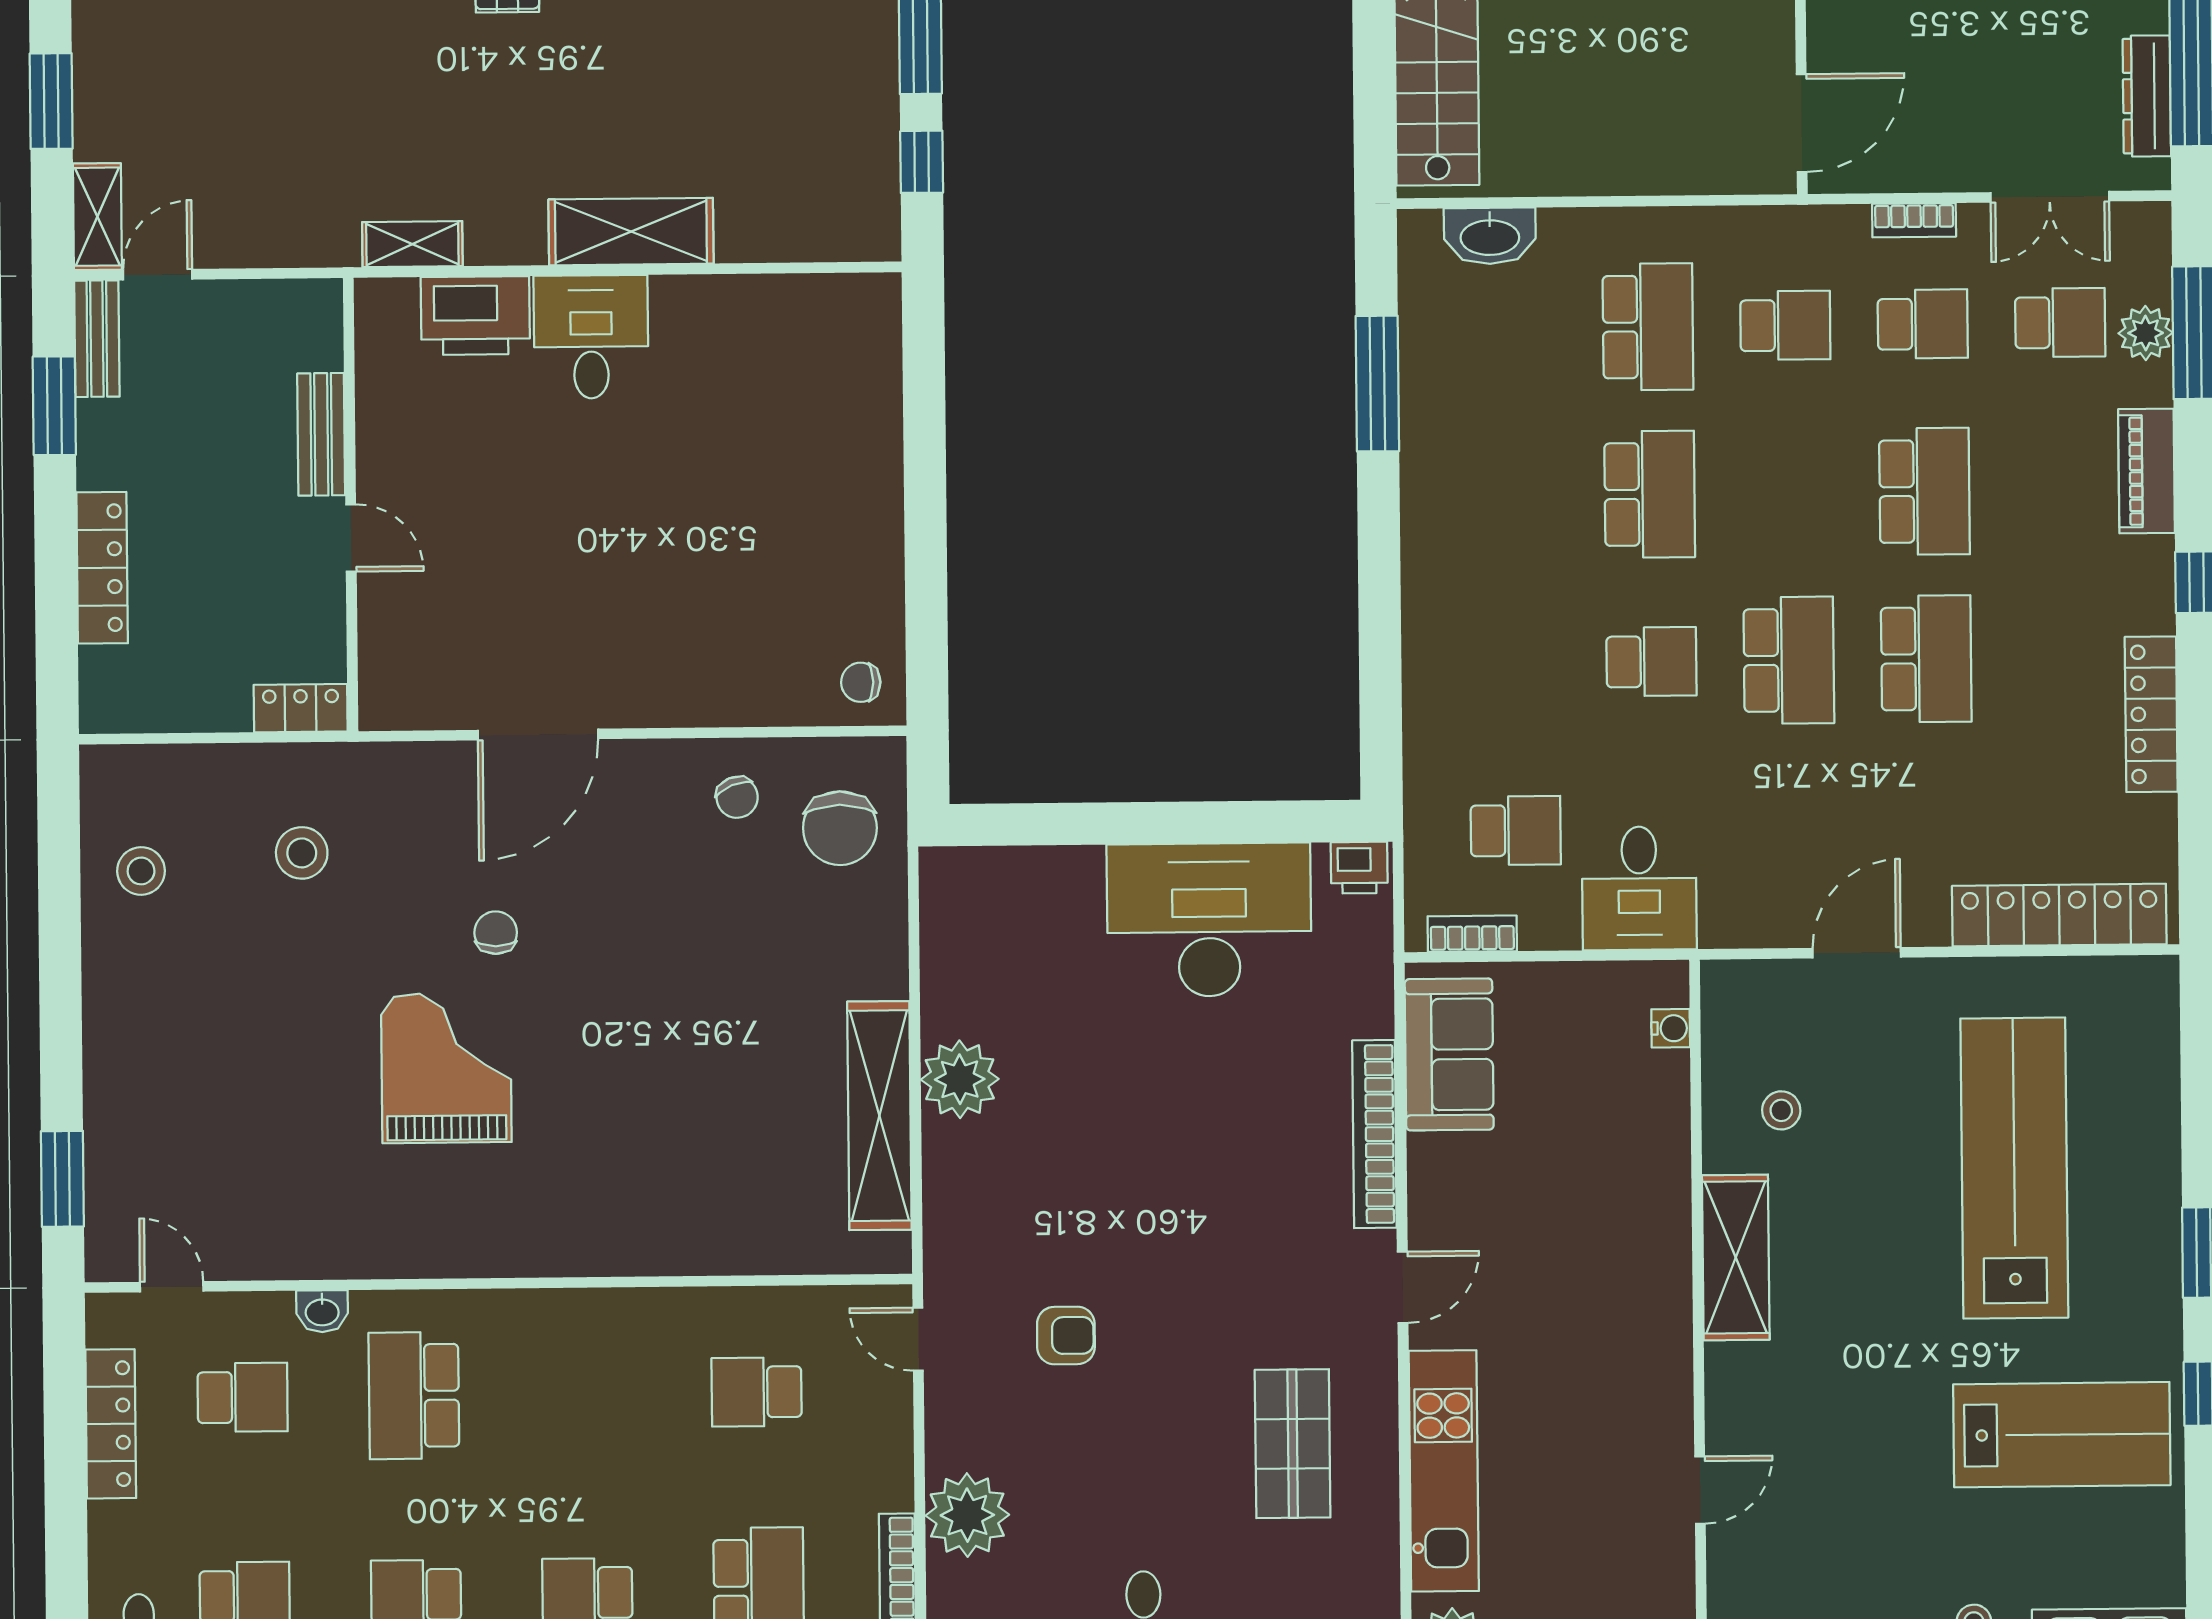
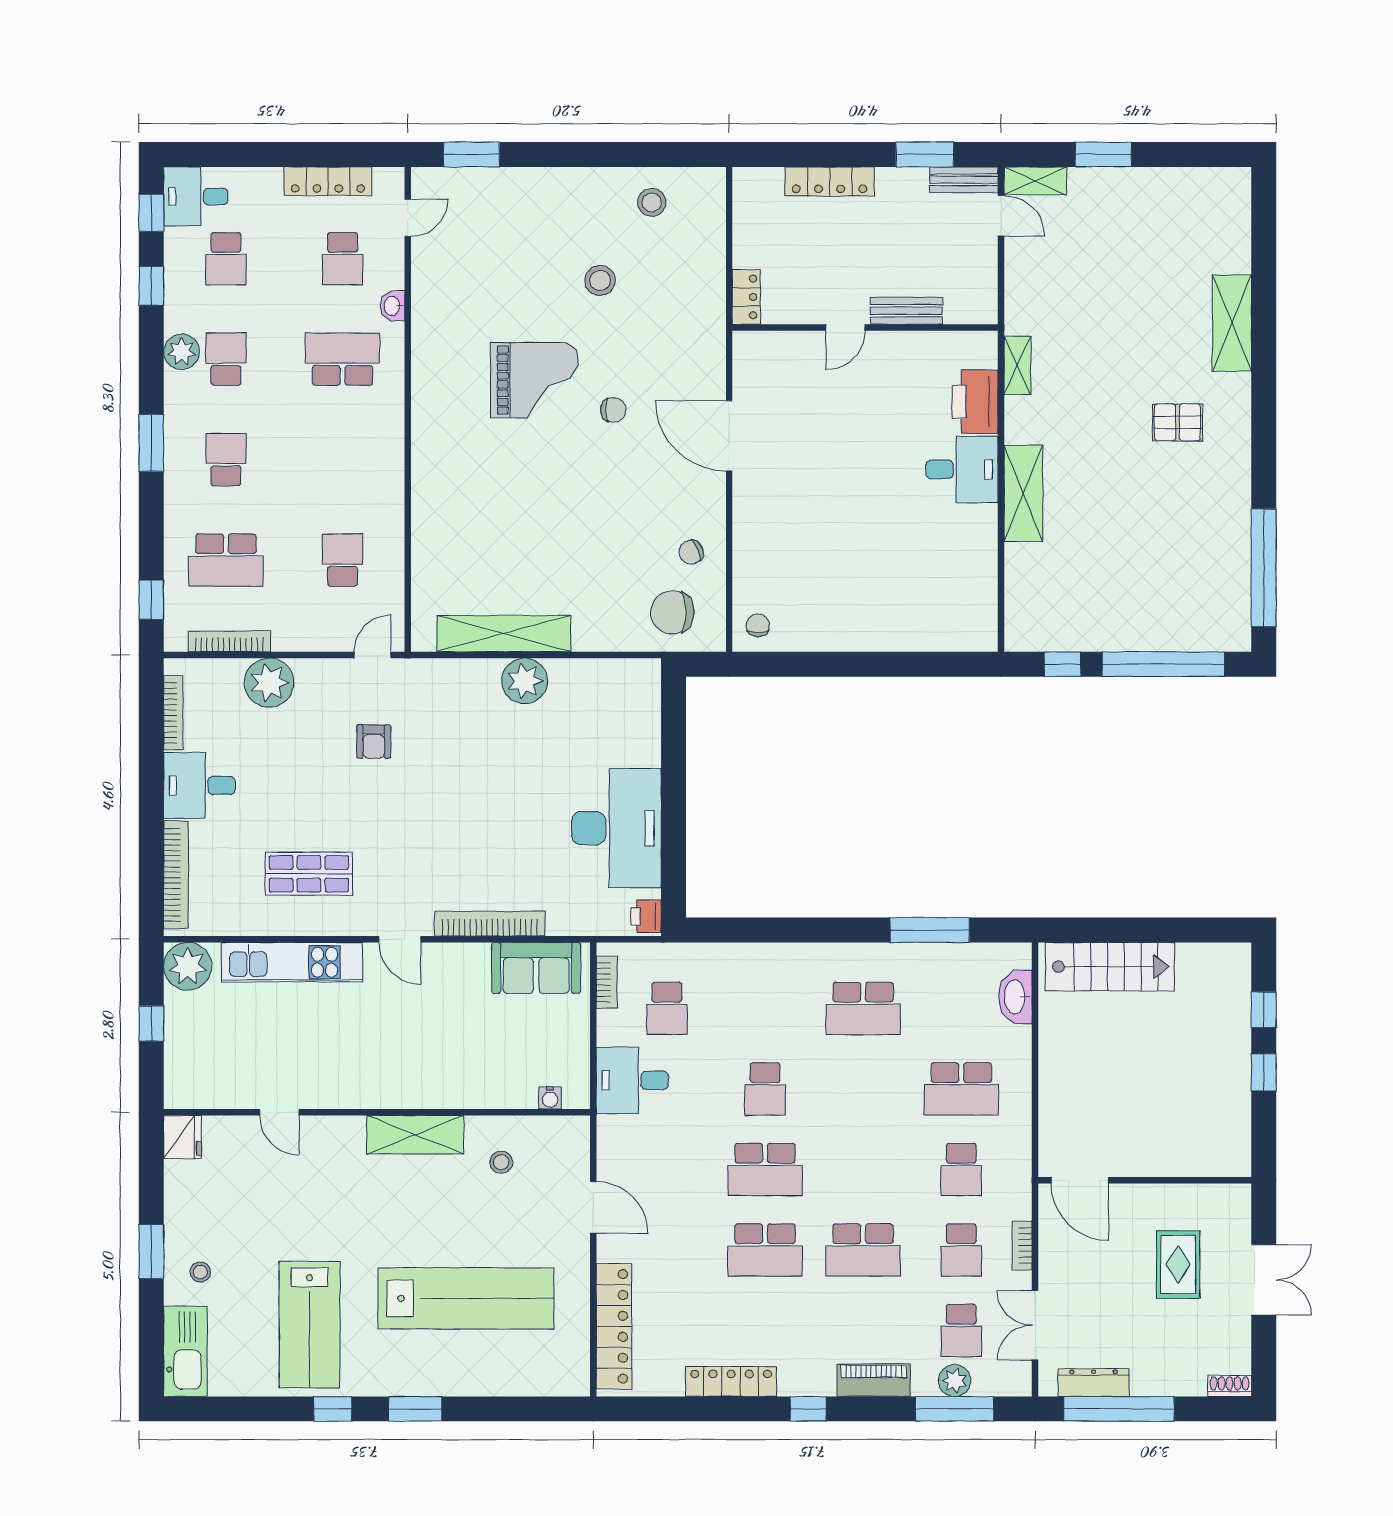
school desk: (1650, 494) -> (863, 1008), moved
stool: (302, 853) -> (600, 280), moved

